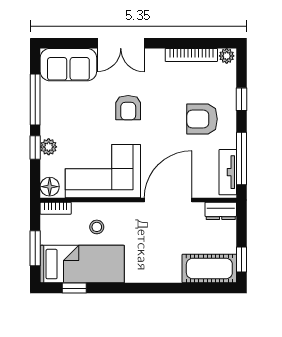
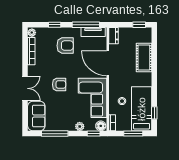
armchair: (202, 119) -> (65, 46), turned -90
window: (35, 148) -> (94, 134), moved
cot: (209, 269) -> (144, 57), moved

